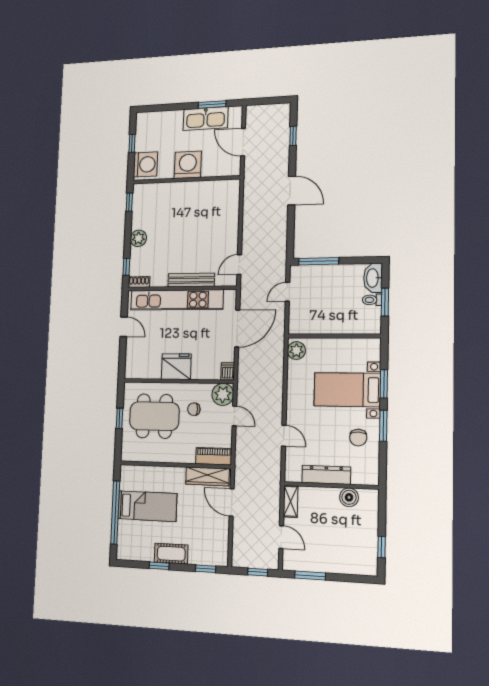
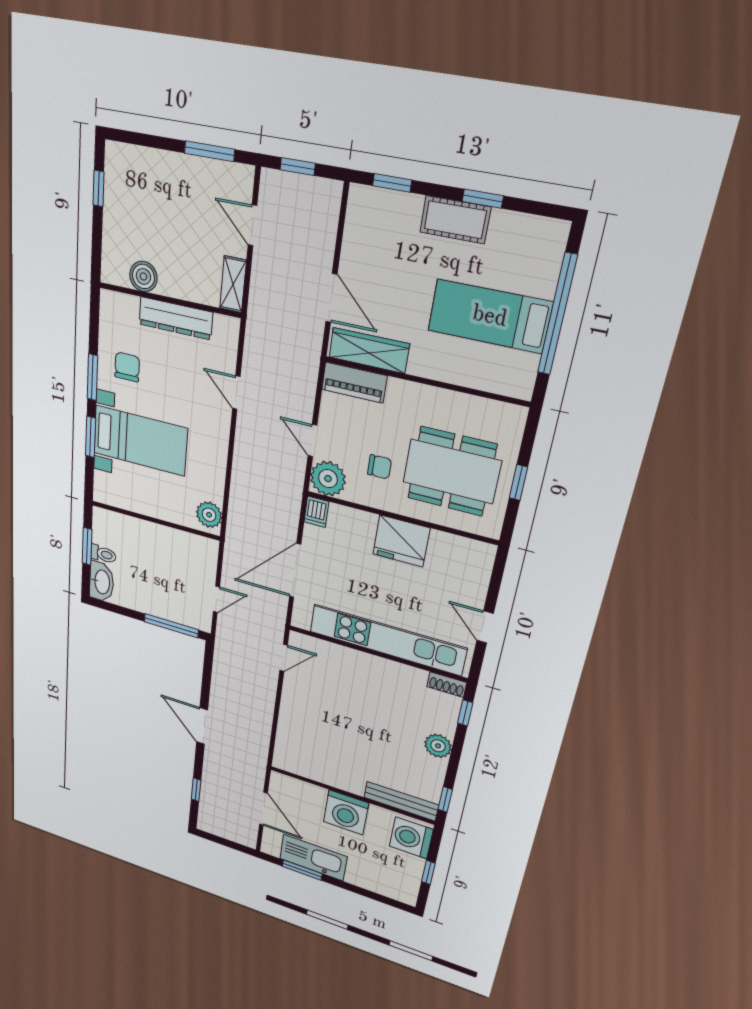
bench: (191, 280) -> (401, 801), moved

